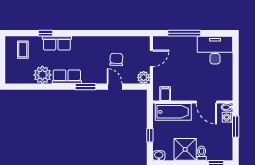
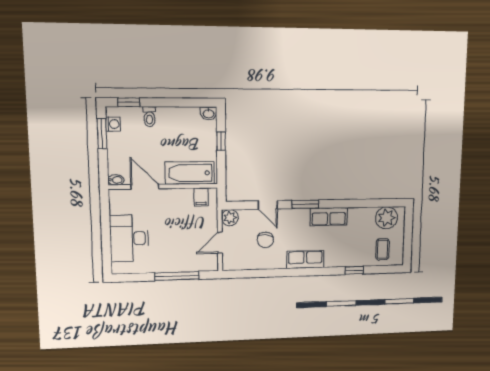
row of seats: (57, 43) -> (305, 259), moved
desk: (215, 50) -> (129, 238), moved, turned 90
plant: (42, 75) -> (386, 218), moved
washing machine: (228, 117) -> (113, 124), moved
window: (236, 127) -> (102, 134), moved
shower: (185, 149) -> (172, 122), removed

